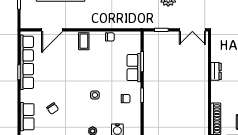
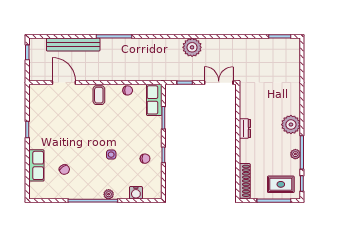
door: (52, 30) -> (64, 83), swing flipped
double door: (192, 30) -> (219, 83), swing flipped
row of seats: (27, 62) -> (36, 118), removed
row of seats: (134, 68) -> (154, 100), moved
row of seats: (27, 117) -> (36, 165), moved

